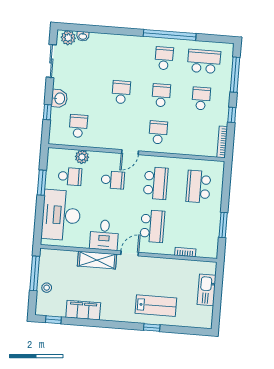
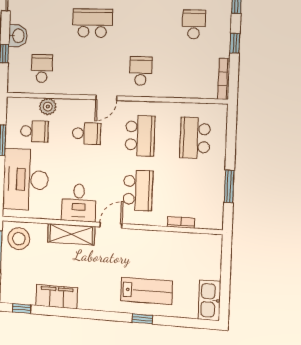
school desk: (121, 92) -> (92, 23), width x1.85
school desk: (161, 95) -> (143, 24), removed
stool: (47, 288) -> (19, 239), moved, width x1.89, depth x1.89
kitchen sink: (207, 290) -> (209, 300), moved

